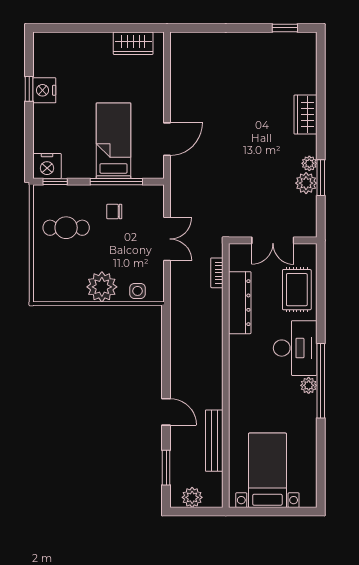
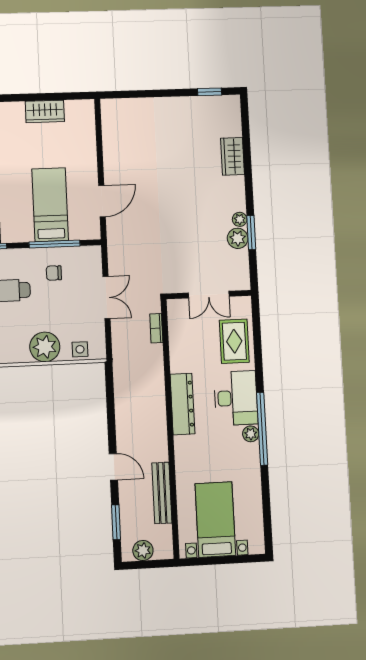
wardrobe: (133, 43) -> (45, 111), moved
wardrobe: (305, 115) -> (233, 156), moved
dresser: (240, 303) -> (182, 404), moved

